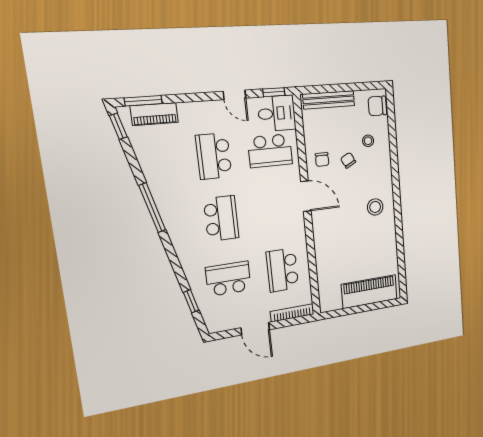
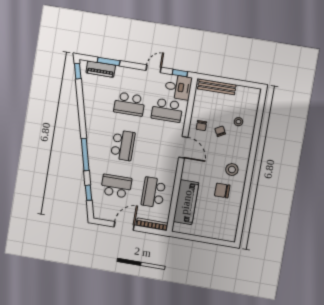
door: (235, 95) -> (154, 69), swing flipped
window: (143, 101) -> (109, 61), moved
chair: (377, 106) -> (222, 190), moved
school desk: (214, 156) -> (129, 104), turned -90
window: (152, 208) -> (85, 154), moved
piano: (369, 292) -> (186, 202), moved, turned 90
door: (255, 329) -> (124, 226), swing flipped

